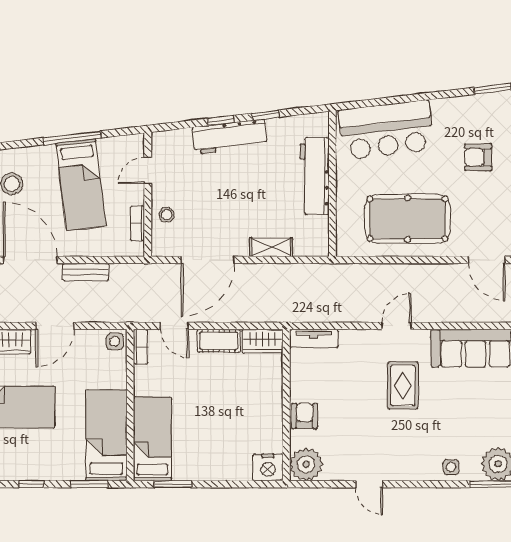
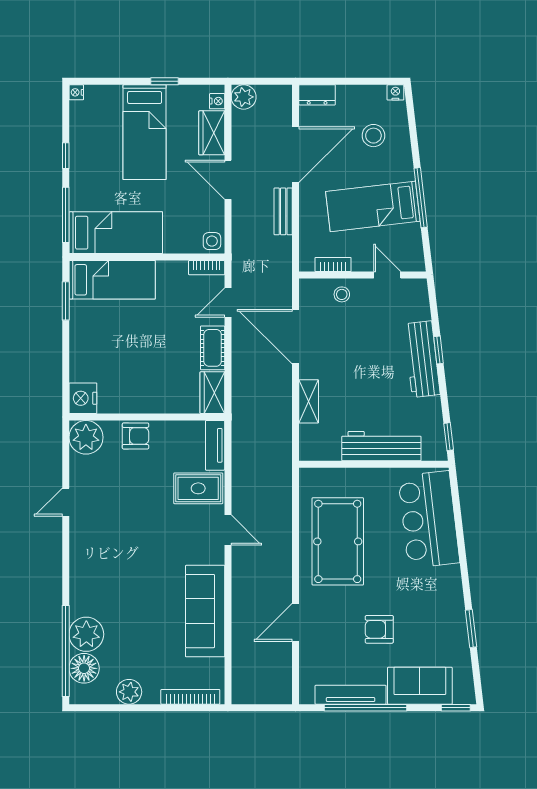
window: (266, 115) -> (449, 437), moved
armchair: (478, 157) -> (379, 629), moved, turned -90
rug: (403, 385) -> (198, 488), moved
side table: (451, 467) -> (83, 586), removed
window: (89, 484) -> (66, 215), width x1.44

